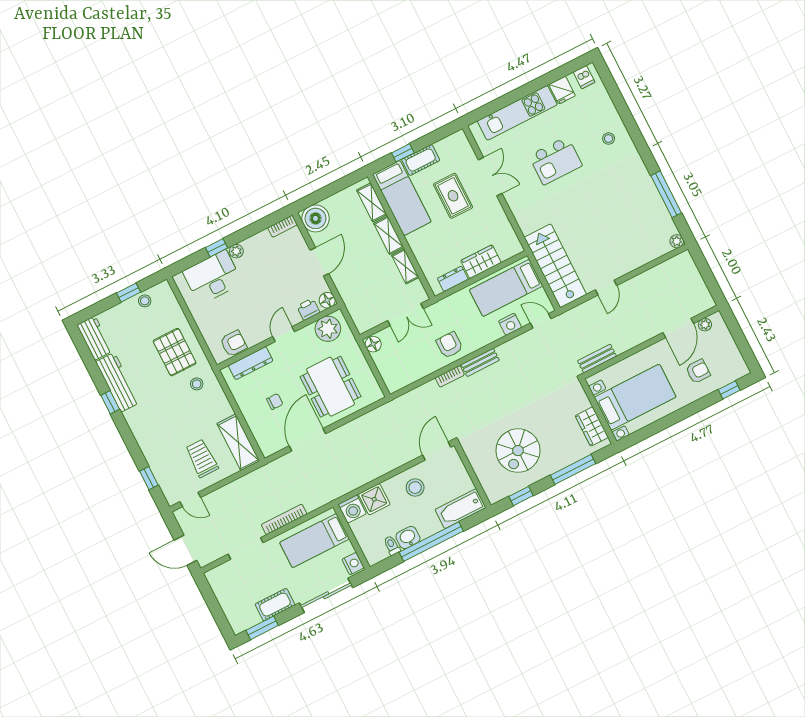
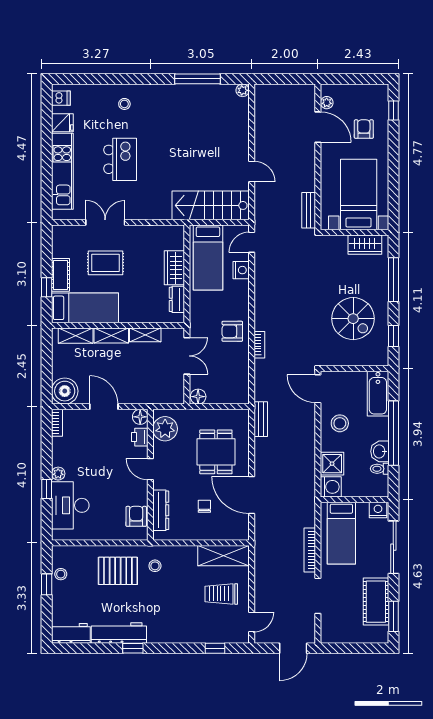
bench: (480, 362) -> (261, 419), moved
dining table: (331, 387) -> (216, 452), width x0.73
cot: (275, 605) -> (376, 602), width x1.37, depth x1.34

